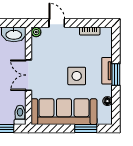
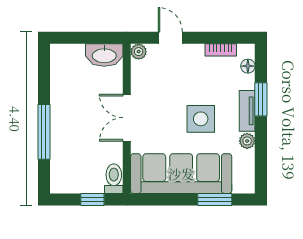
window: (116, 74) -> (261, 99), moved
plant: (107, 90) -> (247, 141), added
floor lamp: (107, 101) -> (248, 66), moved

